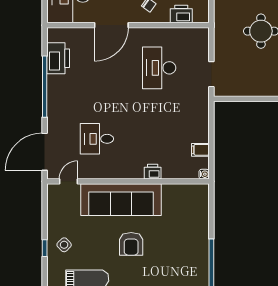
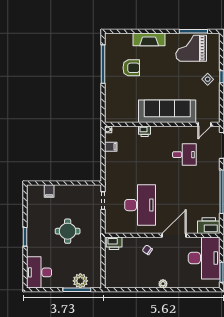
printer: (181, 14) -> (114, 243), moved
printer: (58, 58) -> (209, 226), moved, turned 90
desk: (159, 68) -> (140, 205), width x1.36, depth x1.30
armchair: (131, 244) -> (131, 68), moved, turned 90

